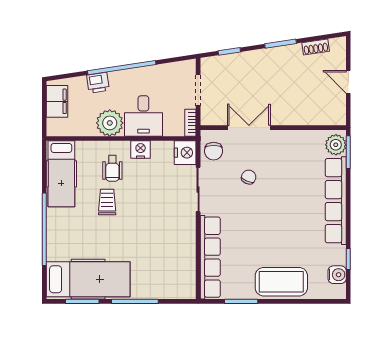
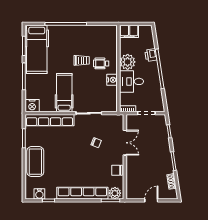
filing cabinet: (57, 101) -> (129, 31), moved
chair: (214, 151) -> (117, 170), moved
nightstand: (185, 153) -> (32, 106), moved
hospital bed: (61, 174) -> (64, 93), moved, turned 90

